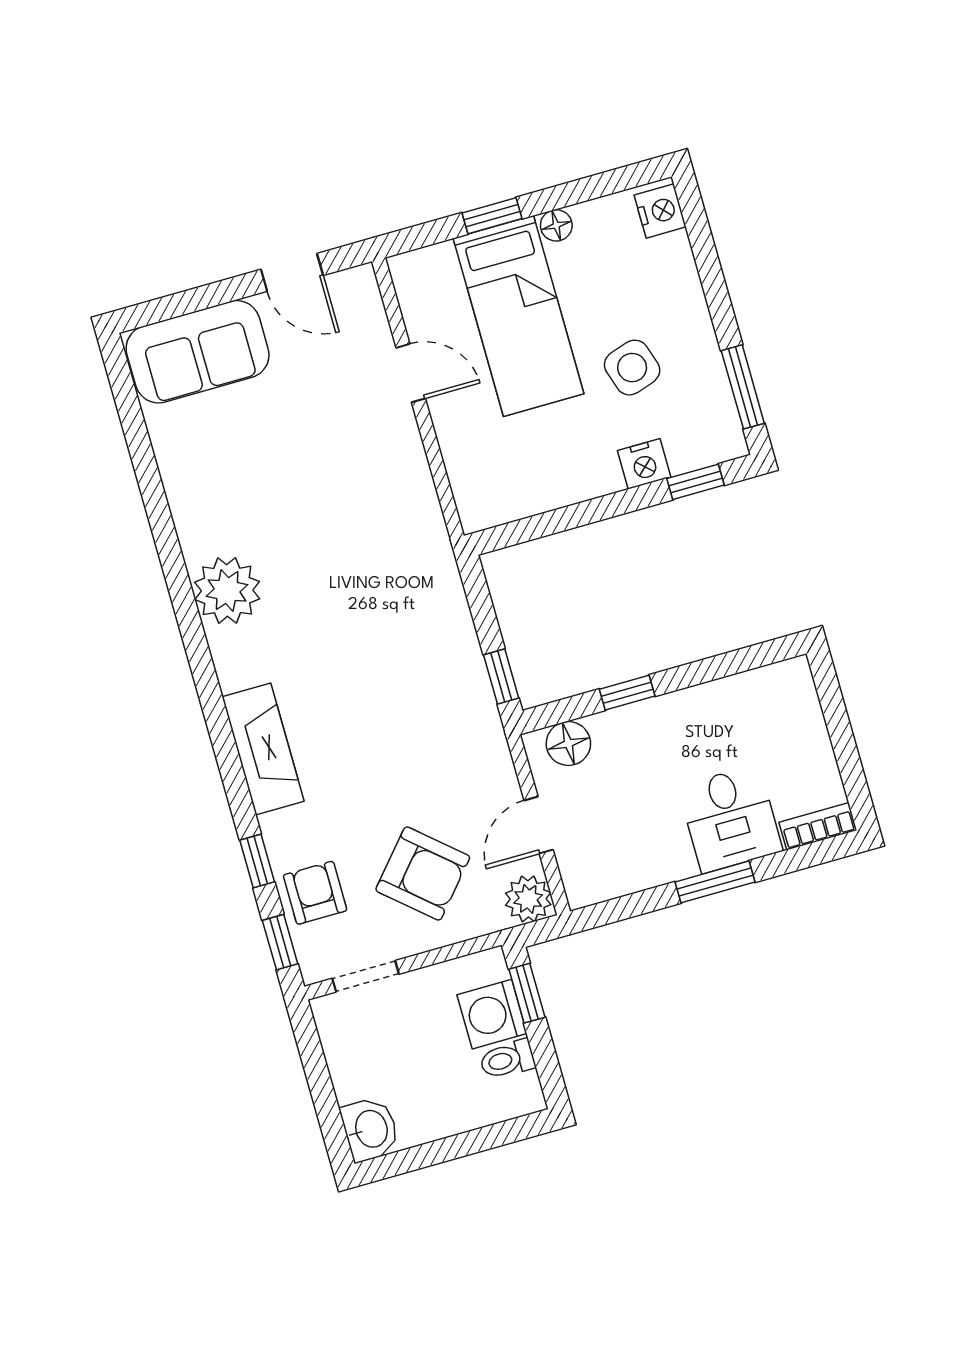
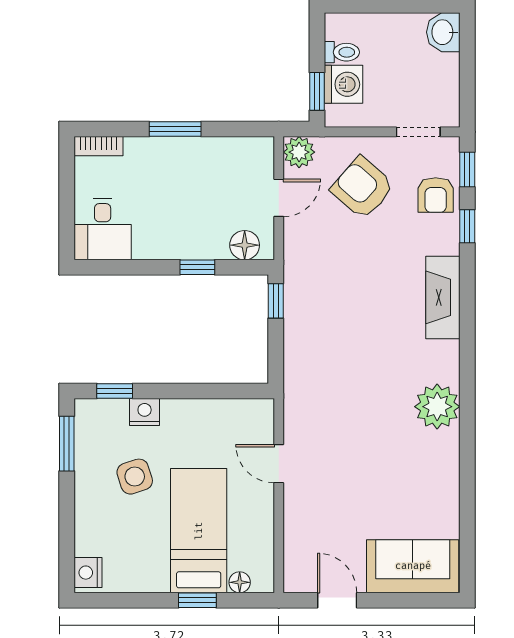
floor lamp: (556, 225) -> (240, 582), moved
door: (411, 373) -> (279, 464), moved
desk: (730, 819) -> (103, 229), moved, turned 180

